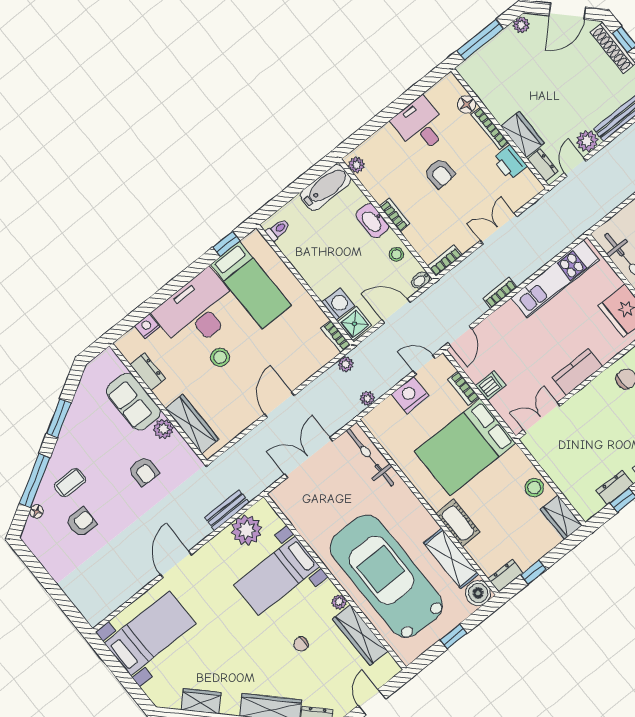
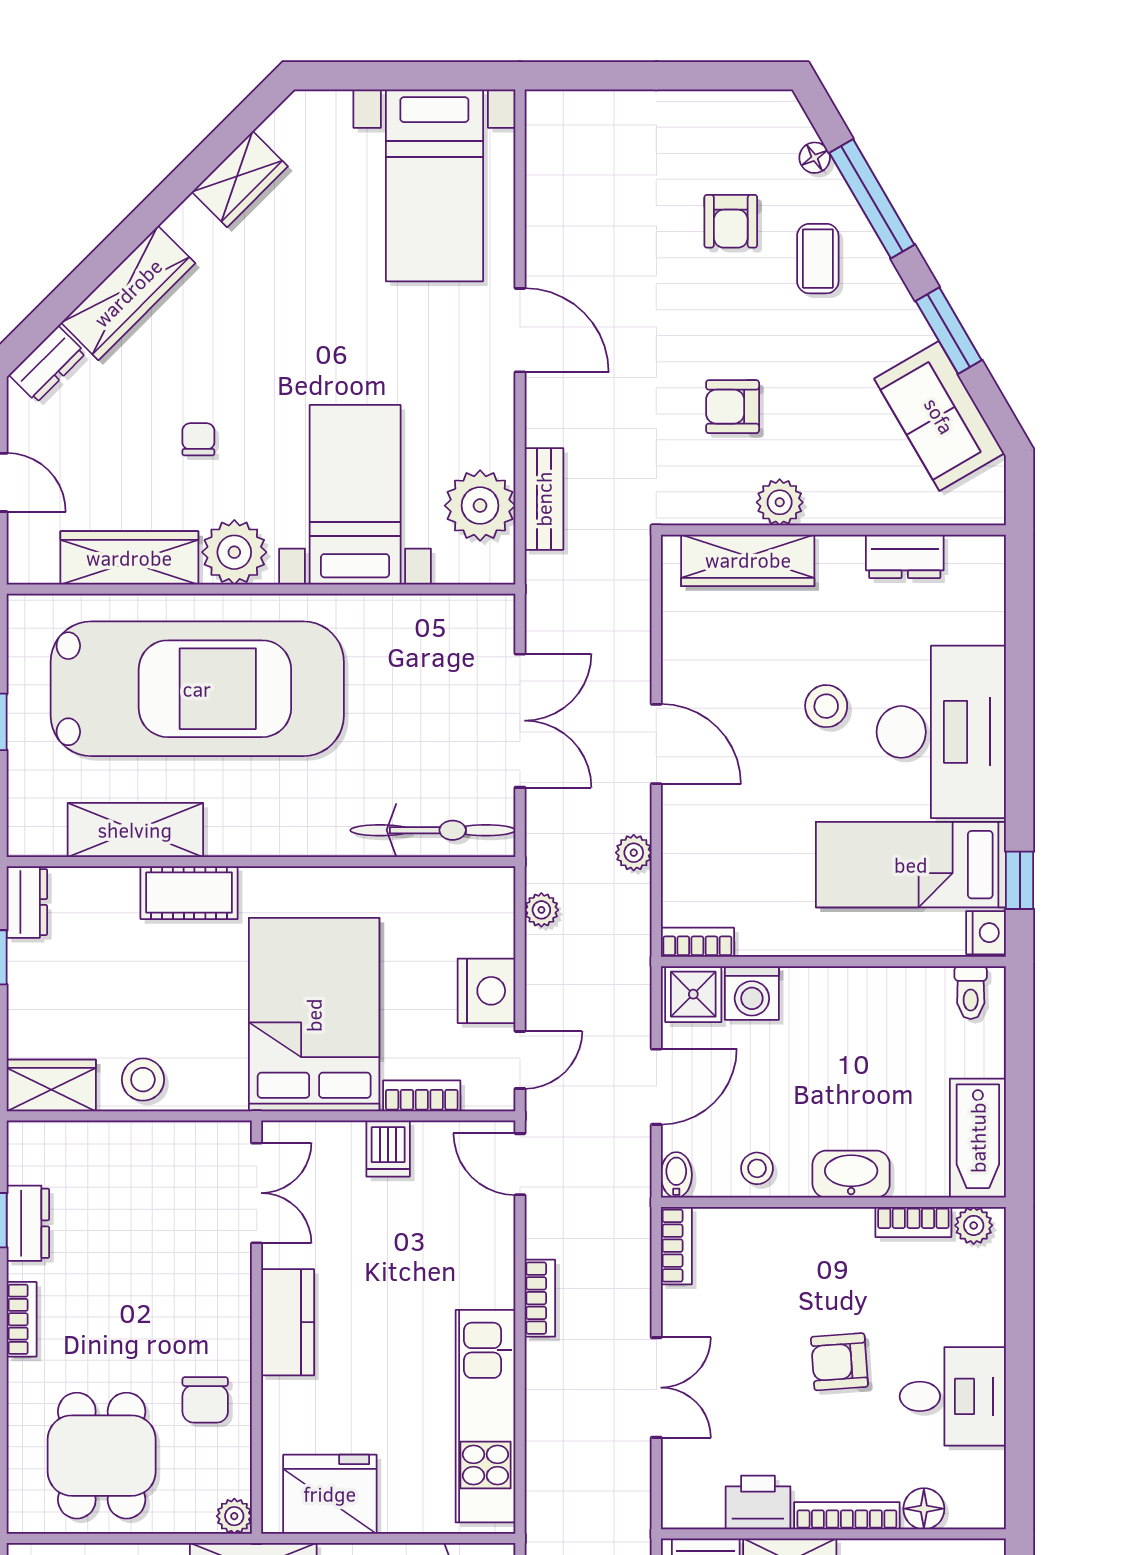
bookcase: (395, 215) -> (913, 1222), moved
nightstand: (147, 326) -> (986, 933), moved
plant: (346, 364) -> (634, 853), moved
sofa: (133, 402) -> (939, 416), moved, turned -120
boiler: (478, 593) -> (35, 828), removed
plant: (339, 602) -> (234, 552), width x1.88, depth x1.88

